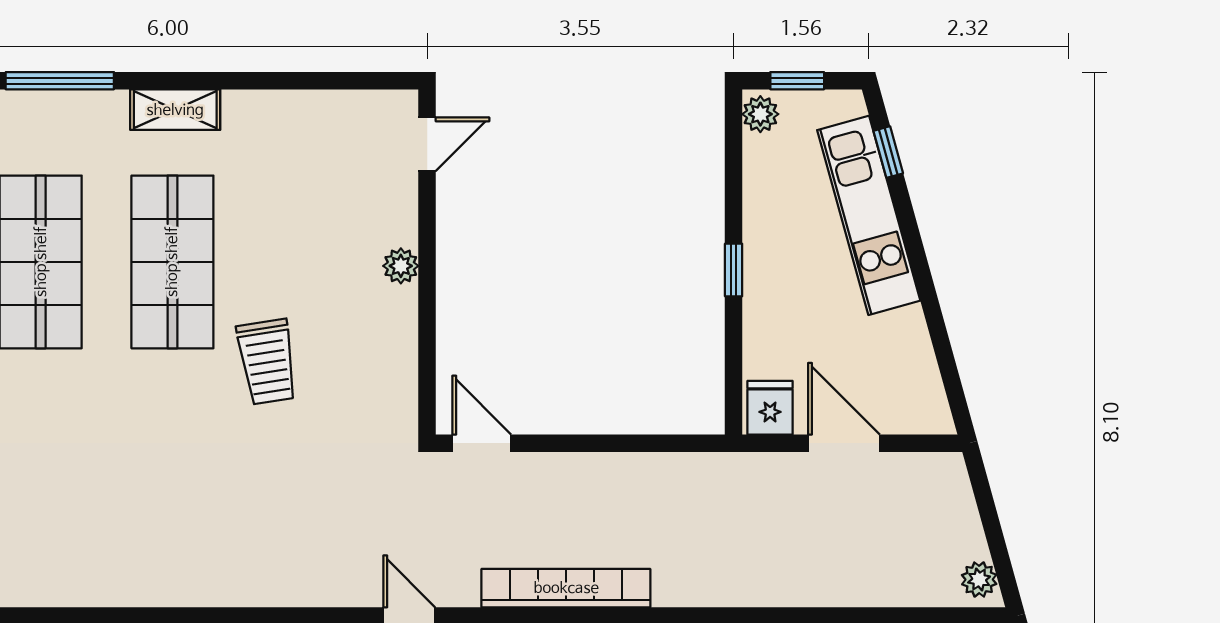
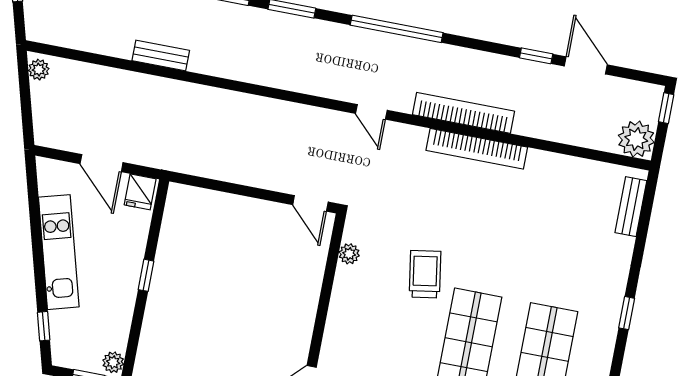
kitchen unit: (869, 215) -> (59, 252), moved
plant: (401, 266) -> (349, 254), moved
bookcase: (566, 588) -> (477, 149), moved

